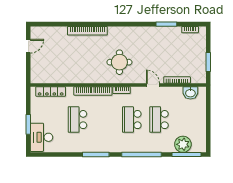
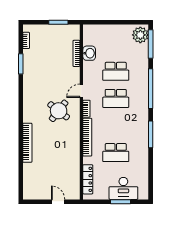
door: (28, 46) -> (58, 202), moved
round table: (119, 62) -> (59, 111), turned 38
door: (153, 85) -> (81, 91), moved
washbasin: (190, 93) -> (89, 53), moved
desk: (42, 137) -> (123, 188), moved
plant: (183, 144) -> (140, 35), moved

